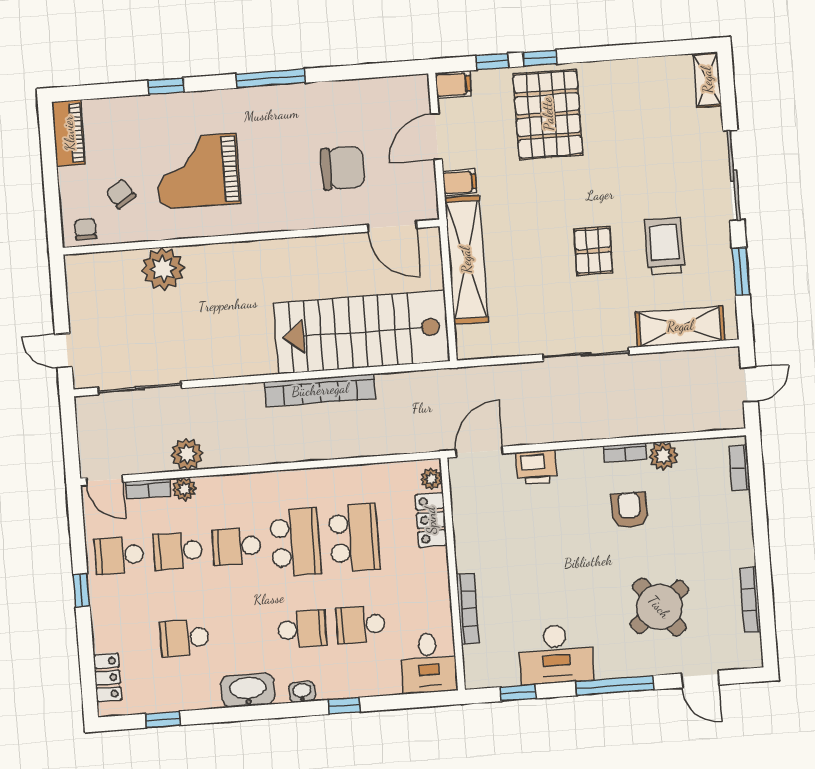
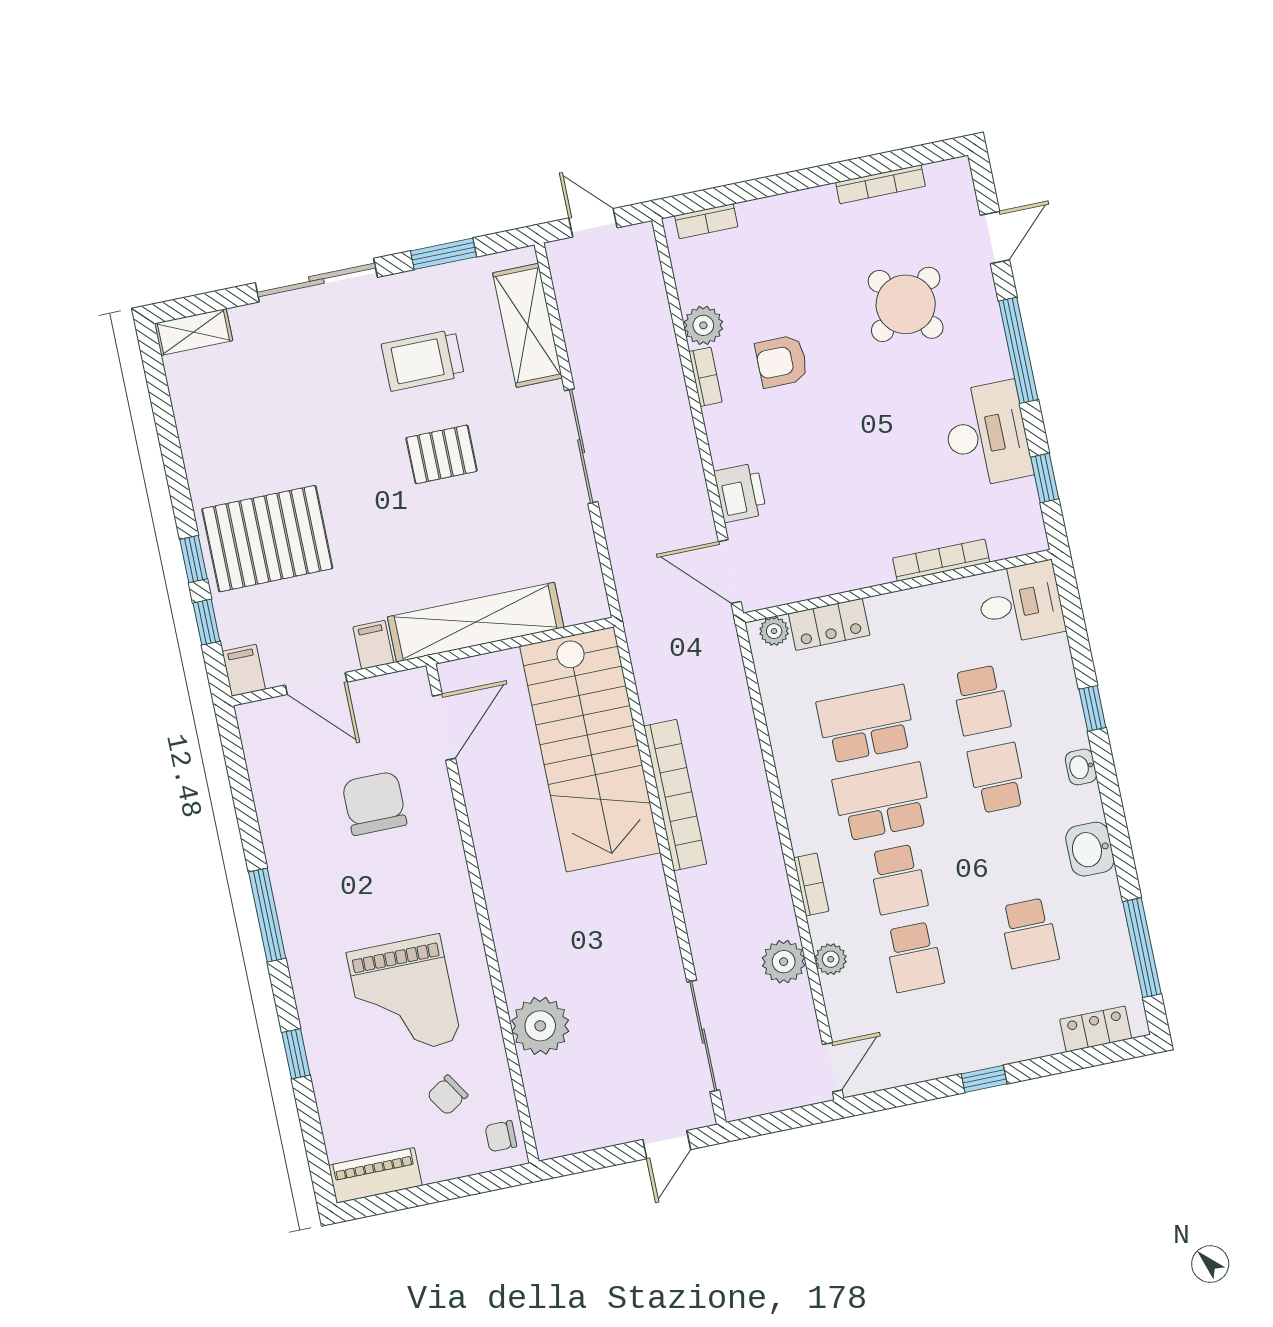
bookcase: (148, 489) -> (811, 884), moved
school desk: (119, 555) -> (930, 1035), removed
washbasin: (248, 690) -> (1090, 849), width x0.72
window: (163, 719) -> (1142, 948), width x2.17

